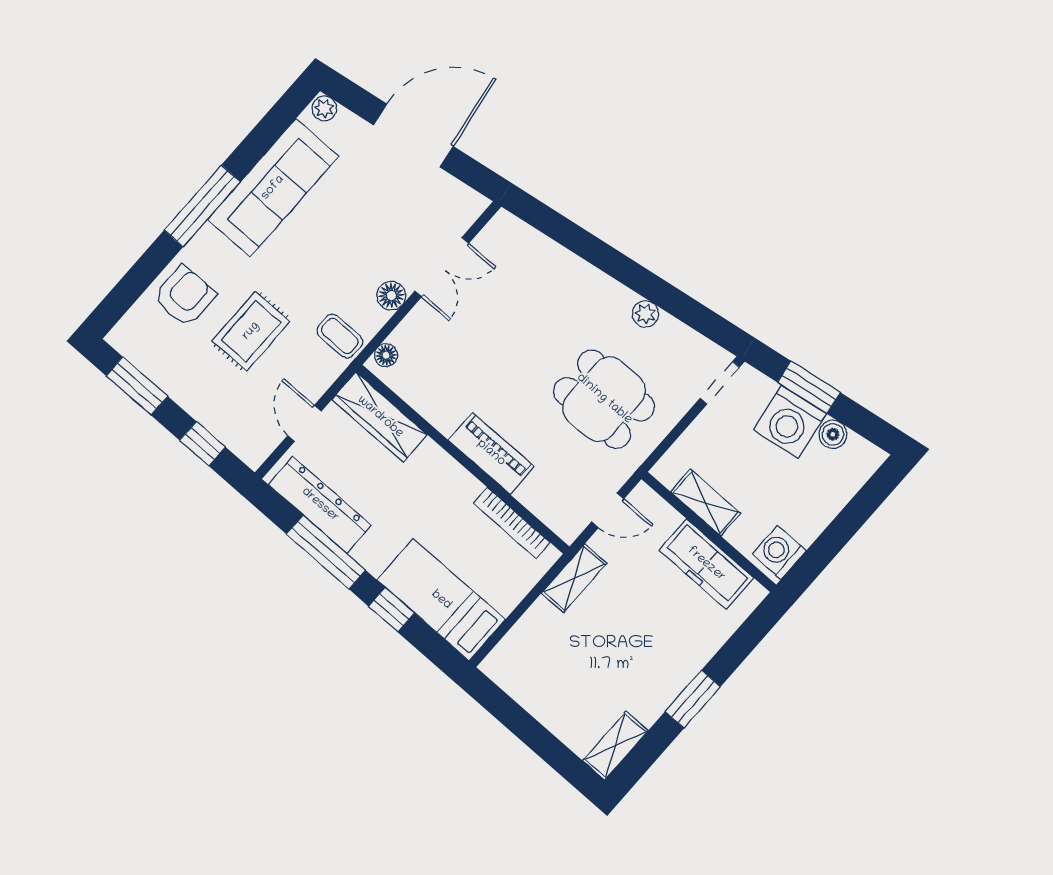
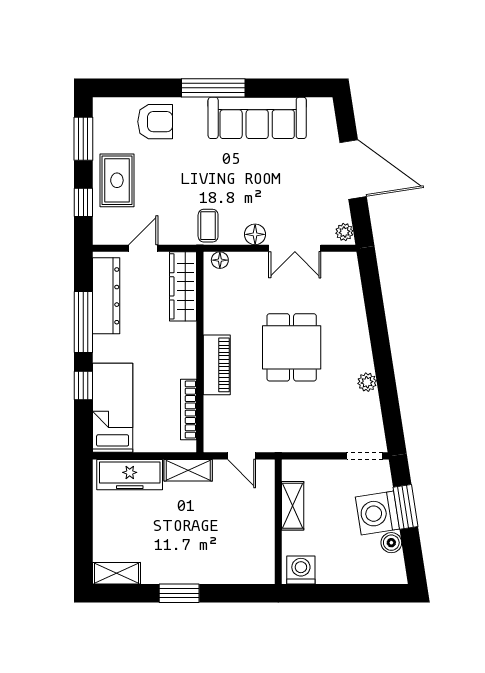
plant: (324, 108) -> (344, 232), moved
rug: (251, 331) -> (117, 180), moved, turned 90
dining table: (604, 399) -> (292, 347), moved
freezer: (706, 564) -> (130, 475), moved, turned -90

